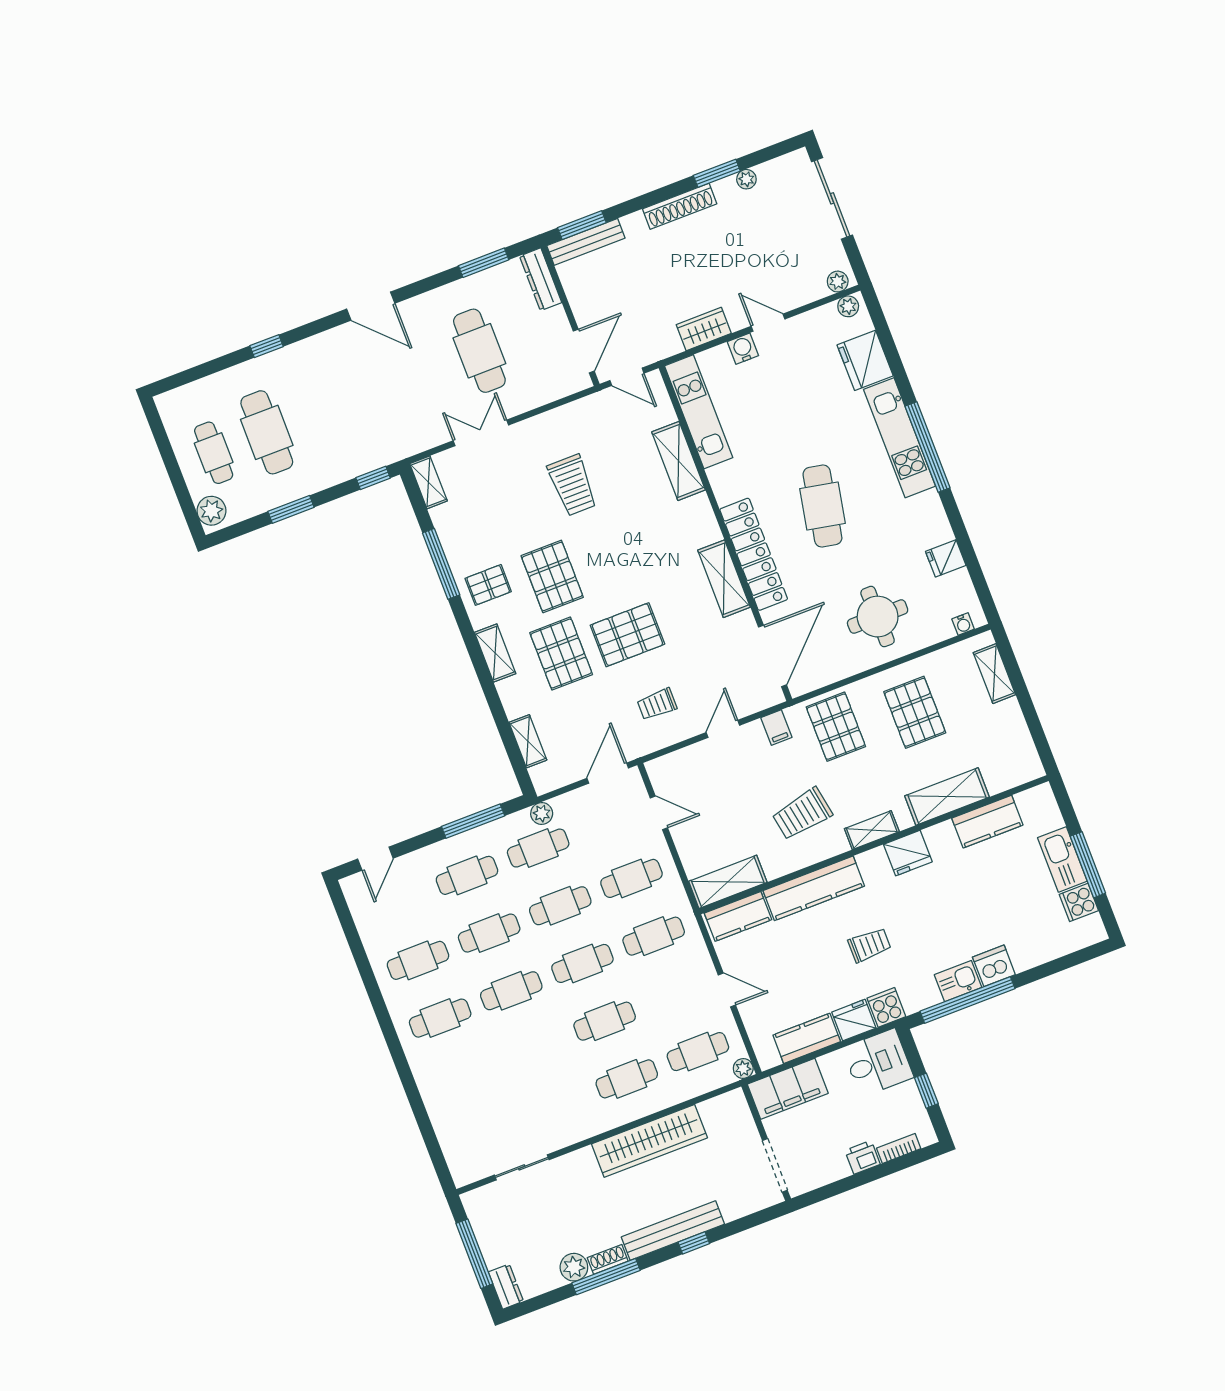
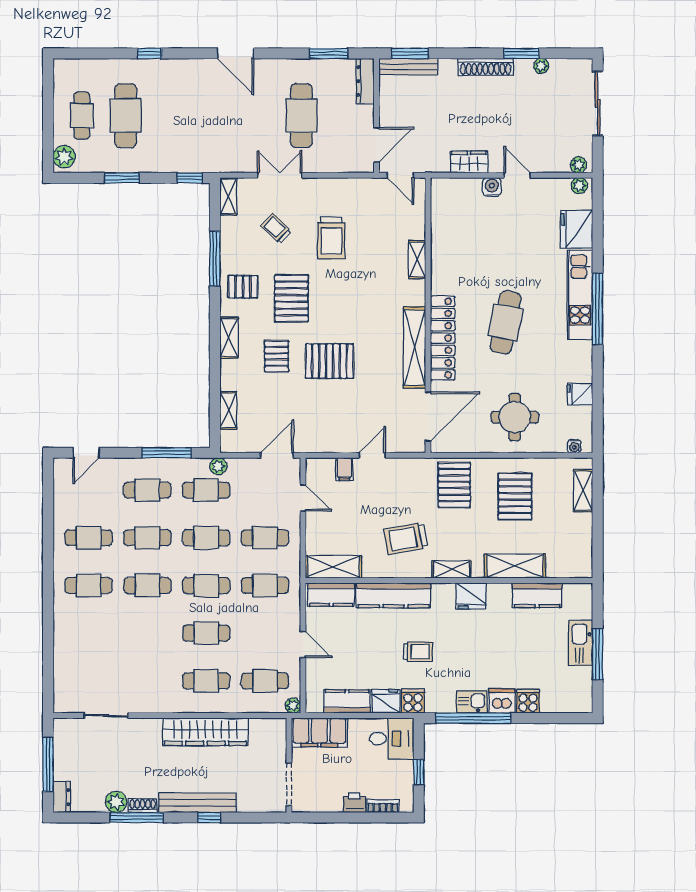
kitchen unit: (699, 412) -> (442, 220), removed
shelving: (679, 461) -> (417, 260), width x0.67, depth x0.75
shelving: (724, 579) -> (415, 347), width x1.47
pallet: (561, 654) -> (277, 356), width x0.67, depth x0.71
trolley: (657, 704) -> (276, 228), moved, turned 43
filing cabinet: (776, 728) -> (344, 469), moved
cooker: (1079, 902) -> (528, 701), moved, turned 90

